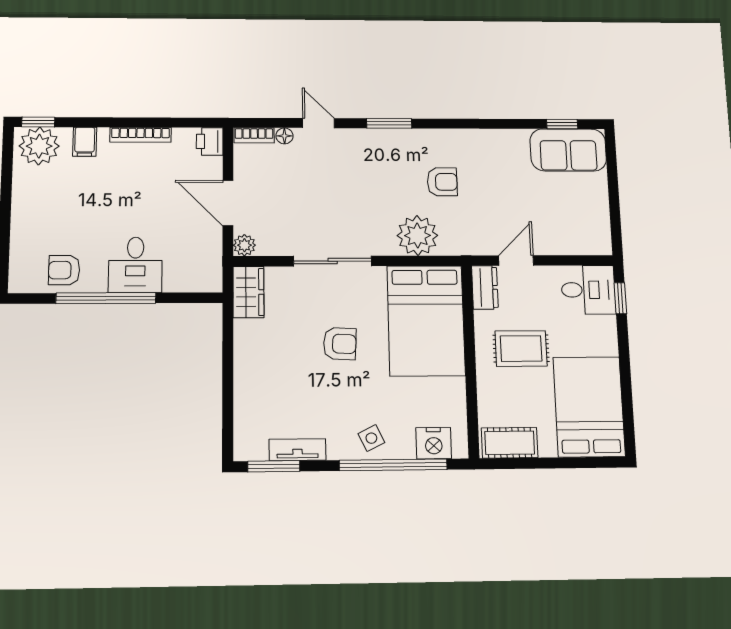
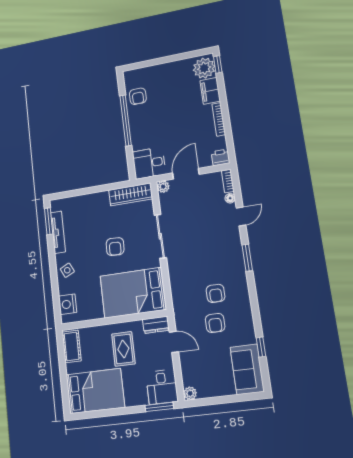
window: (562, 124) -> (261, 347), moved
filing cabinet: (85, 142) -> (210, 91), width x2.00
armchair: (491, 189) -> (215, 323), added
plant: (417, 236) -> (190, 393), moved, width x0.53, depth x0.53
desk: (135, 265) -> (149, 163), moved
armchair: (64, 270) -> (138, 96), turned 180
wardrobe: (248, 292) -> (131, 194), width x1.50
window: (620, 298) -> (159, 407), width x1.50
tv unit: (297, 450) -> (58, 232), width x1.41
window: (393, 465) -> (55, 284), removed

